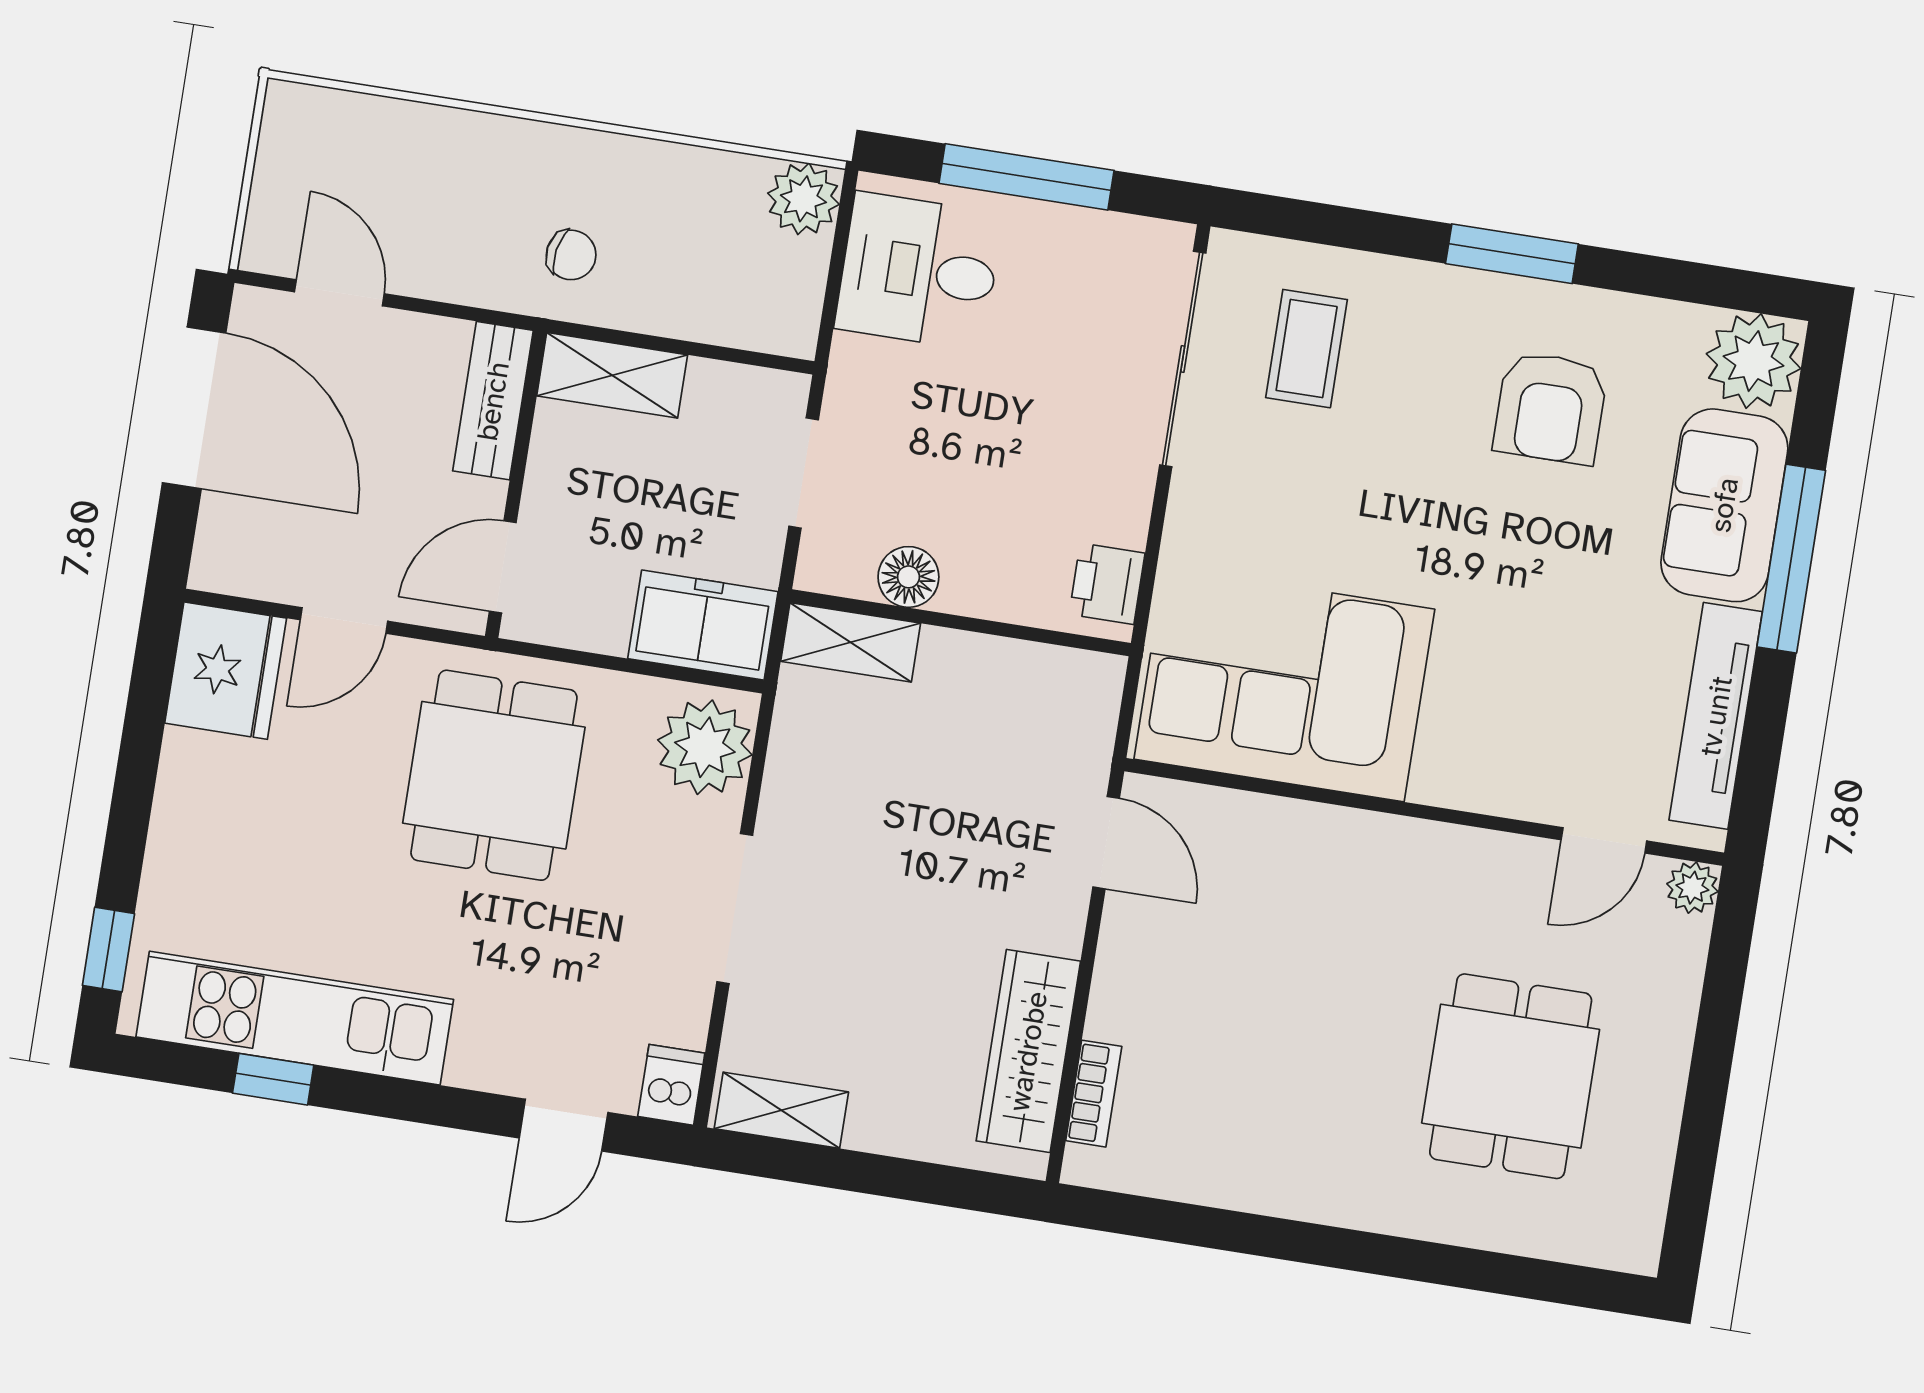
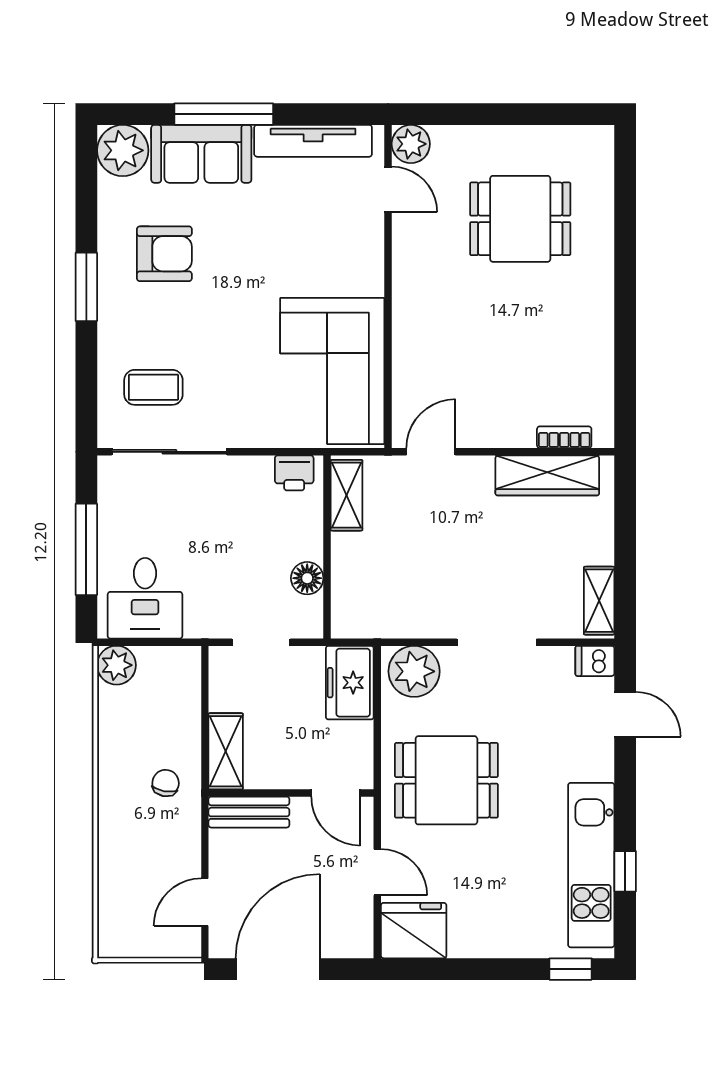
shelving: (851, 642) -> (347, 495), moved
plant: (1692, 888) -> (411, 144), width x1.38, depth x1.38

